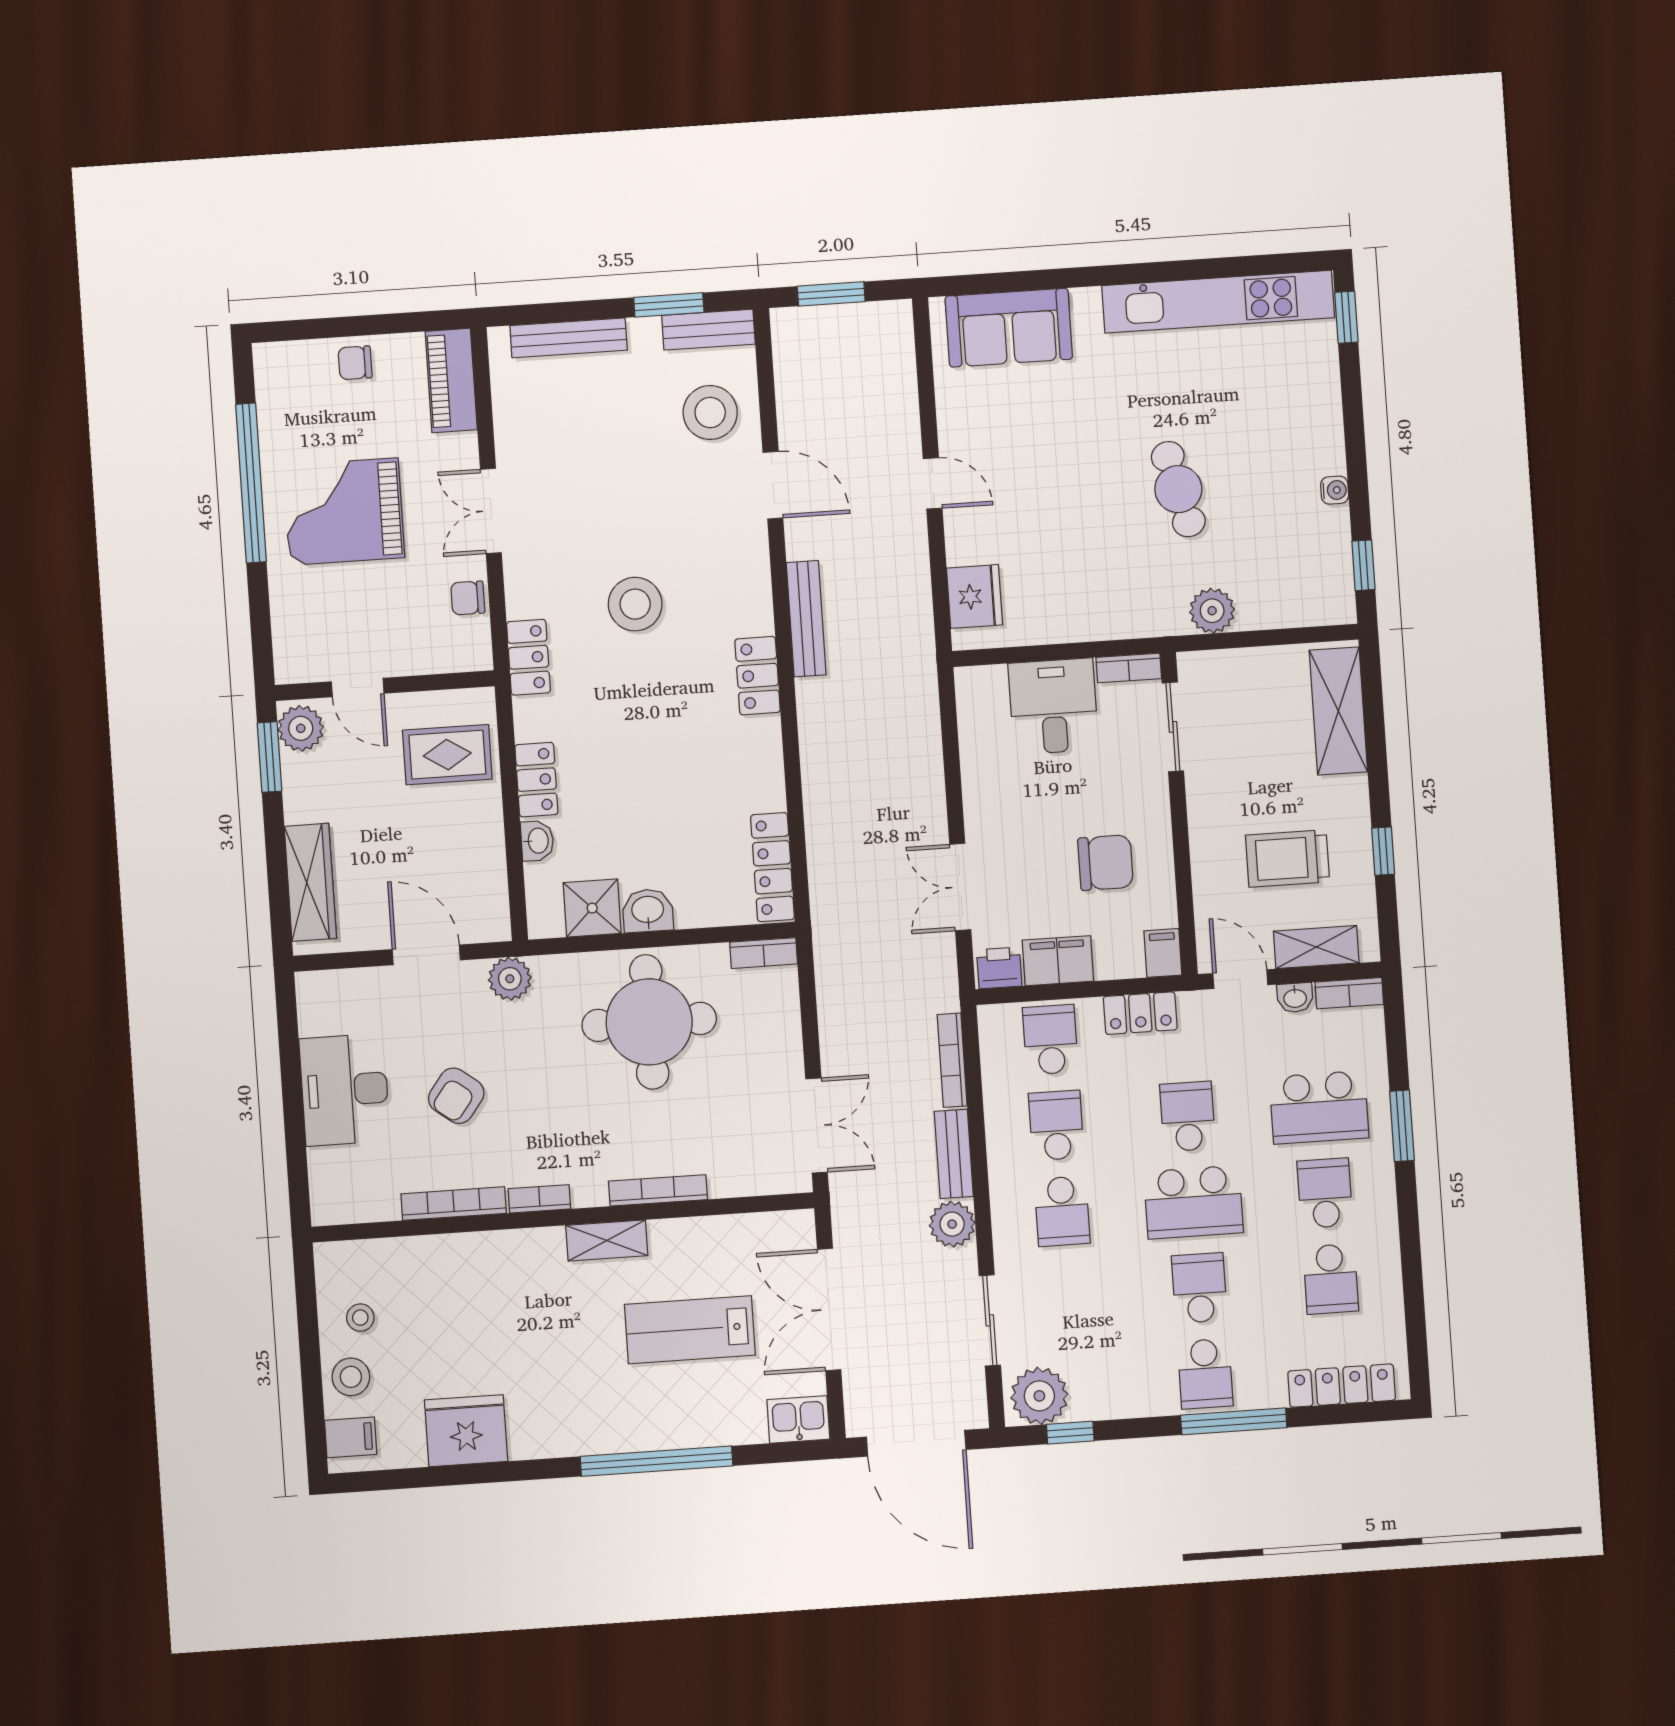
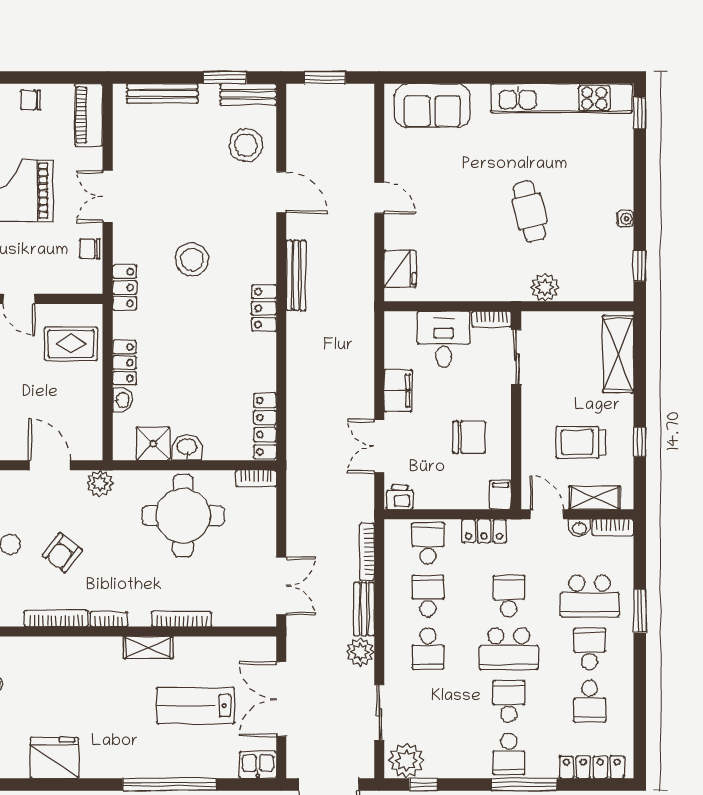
filing cabinet: (1058, 961) -> (398, 391), moved, turned 90

